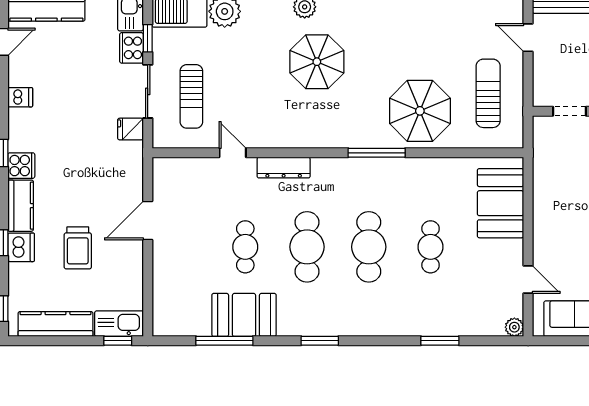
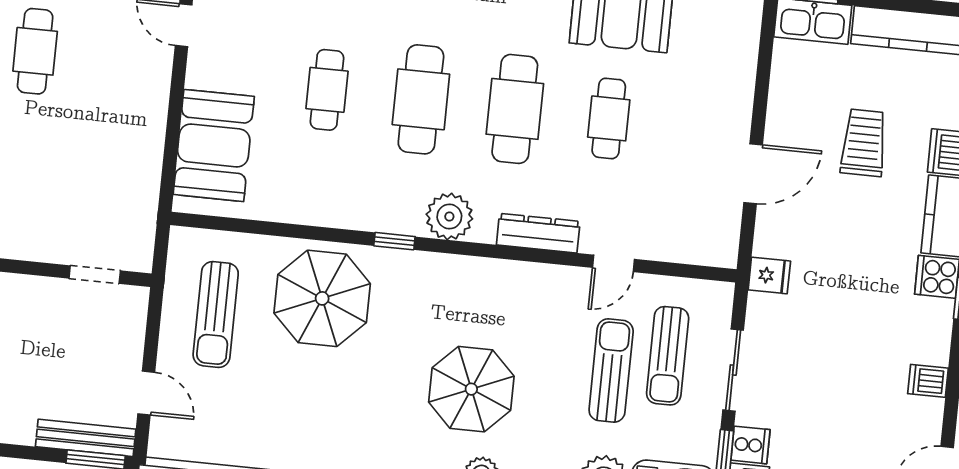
cooker: (132, 48) -> (750, 445), width x0.73
sun lounger: (227, 83) -> (611, 371), added
sun lounger: (191, 96) -> (668, 356), turned 180
fridge: (130, 129) -> (769, 275), moved
door: (233, 153) -> (614, 263), hinge flipped
window: (377, 153) -> (394, 241), width x0.46
plant: (343, 173) -> (449, 216), added

